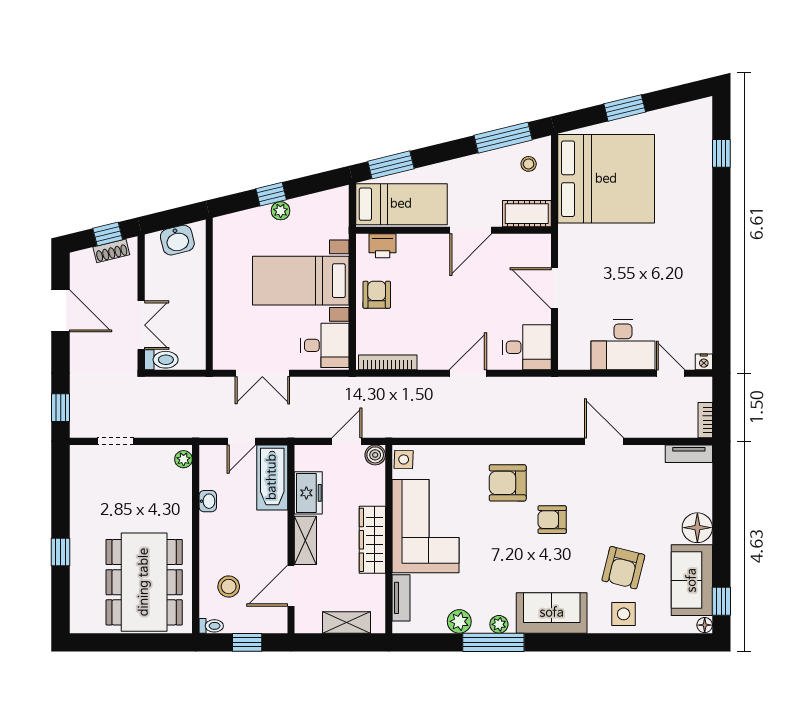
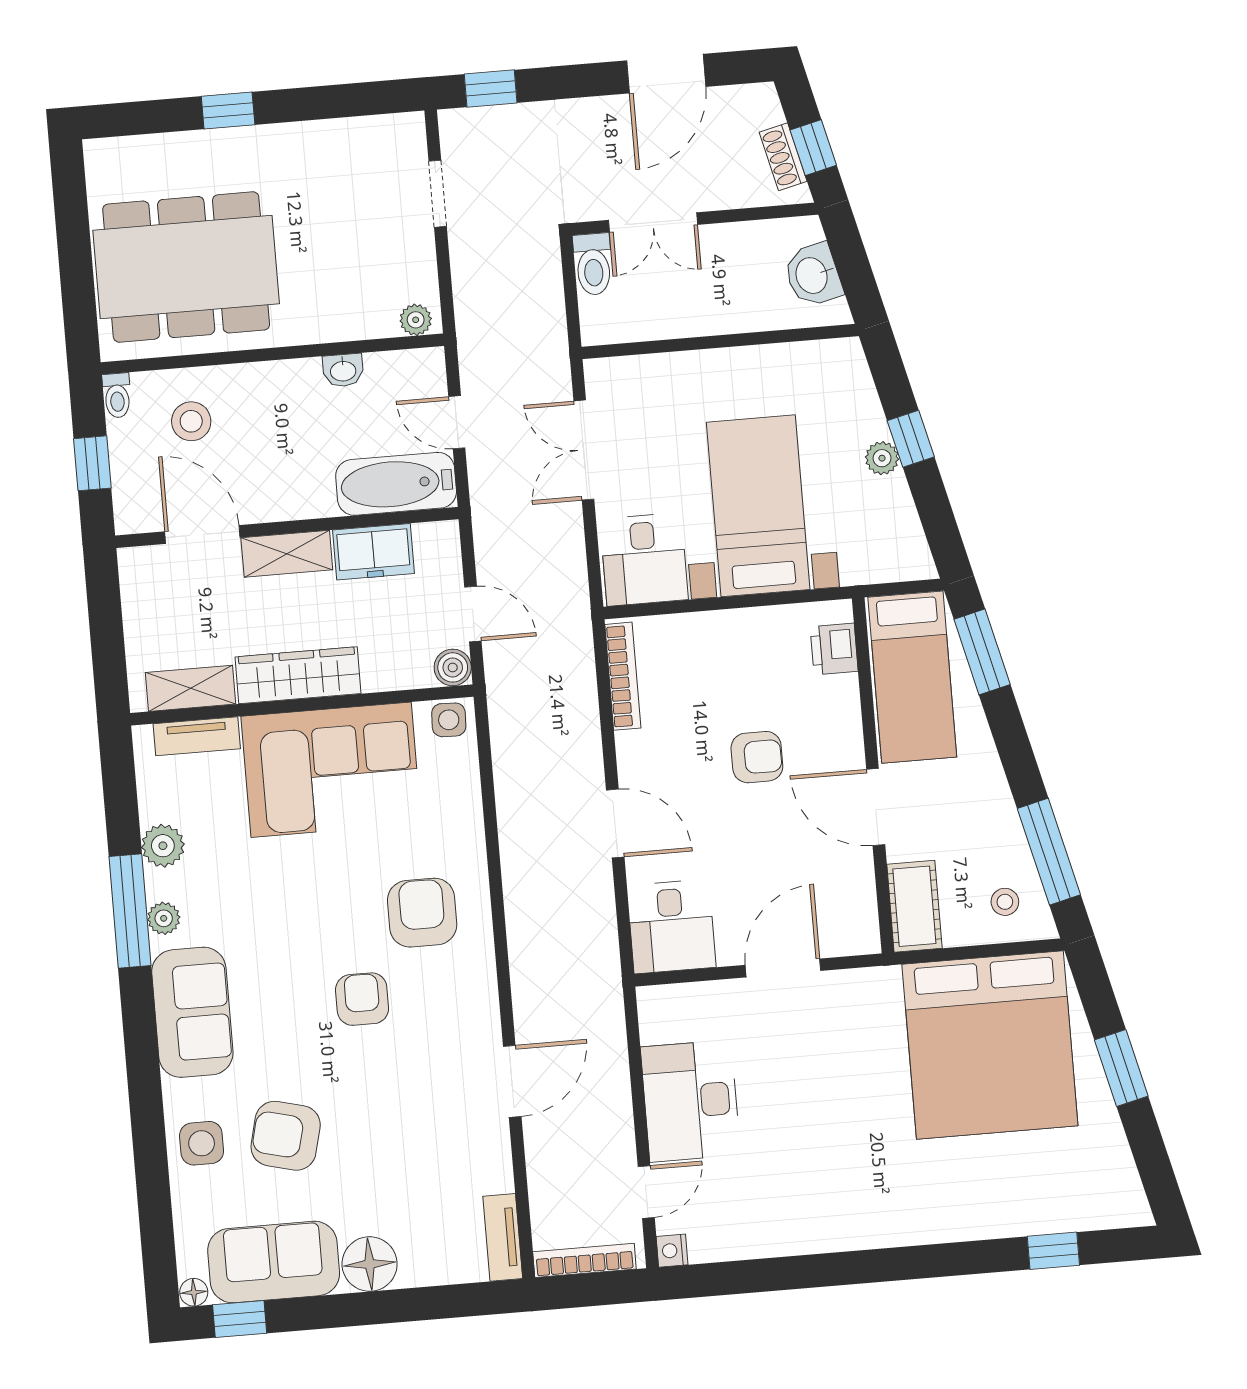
armchair: (377, 295) -> (757, 757), moved
bookcase: (705, 420) -> (584, 1260), width x1.56
shelving: (346, 623) -> (191, 688), moved, turned 90

